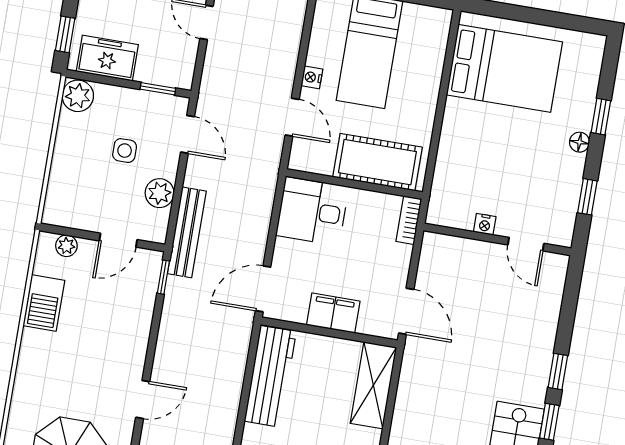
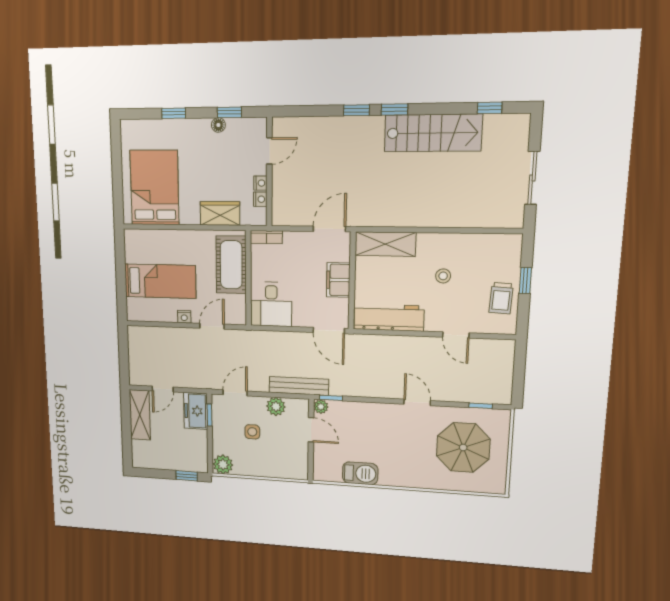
freezer: (107, 58) -> (196, 411), moved
floor lamp: (579, 142) -> (218, 125), moved
wardrobe: (452, 159) -> (220, 213), added
nightstand: (463, 220) -> (260, 199), added
plant: (66, 246) -> (321, 407), moved

